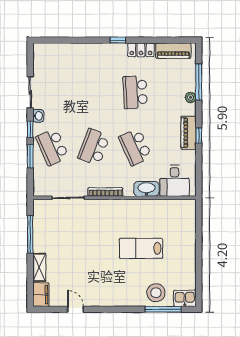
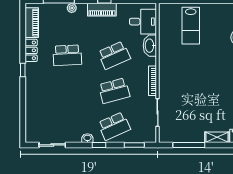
sliding door: (30, 92) -> (52, 145), moved
school desk: (94, 147) -> (114, 91), turned -36
window: (30, 156) -> (134, 145), moved
lab bench: (141, 248) -> (191, 26), moved

